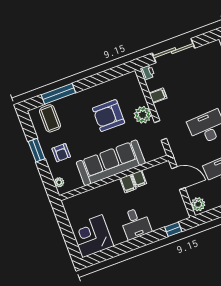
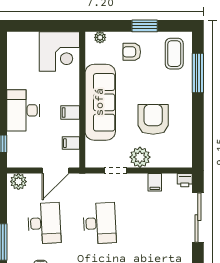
coffee table: (50, 118) -> (174, 54), turned 90
filing cabinet: (139, 179) -> (71, 143), moved
desk: (136, 223) -> (23, 110), width x1.37
corner desk: (92, 236) -> (59, 52), moved, turned 90

